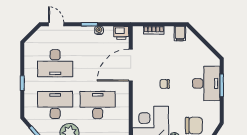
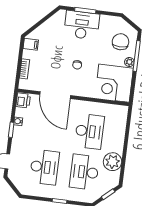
desk: (98, 105) -> (89, 131), turned 180

